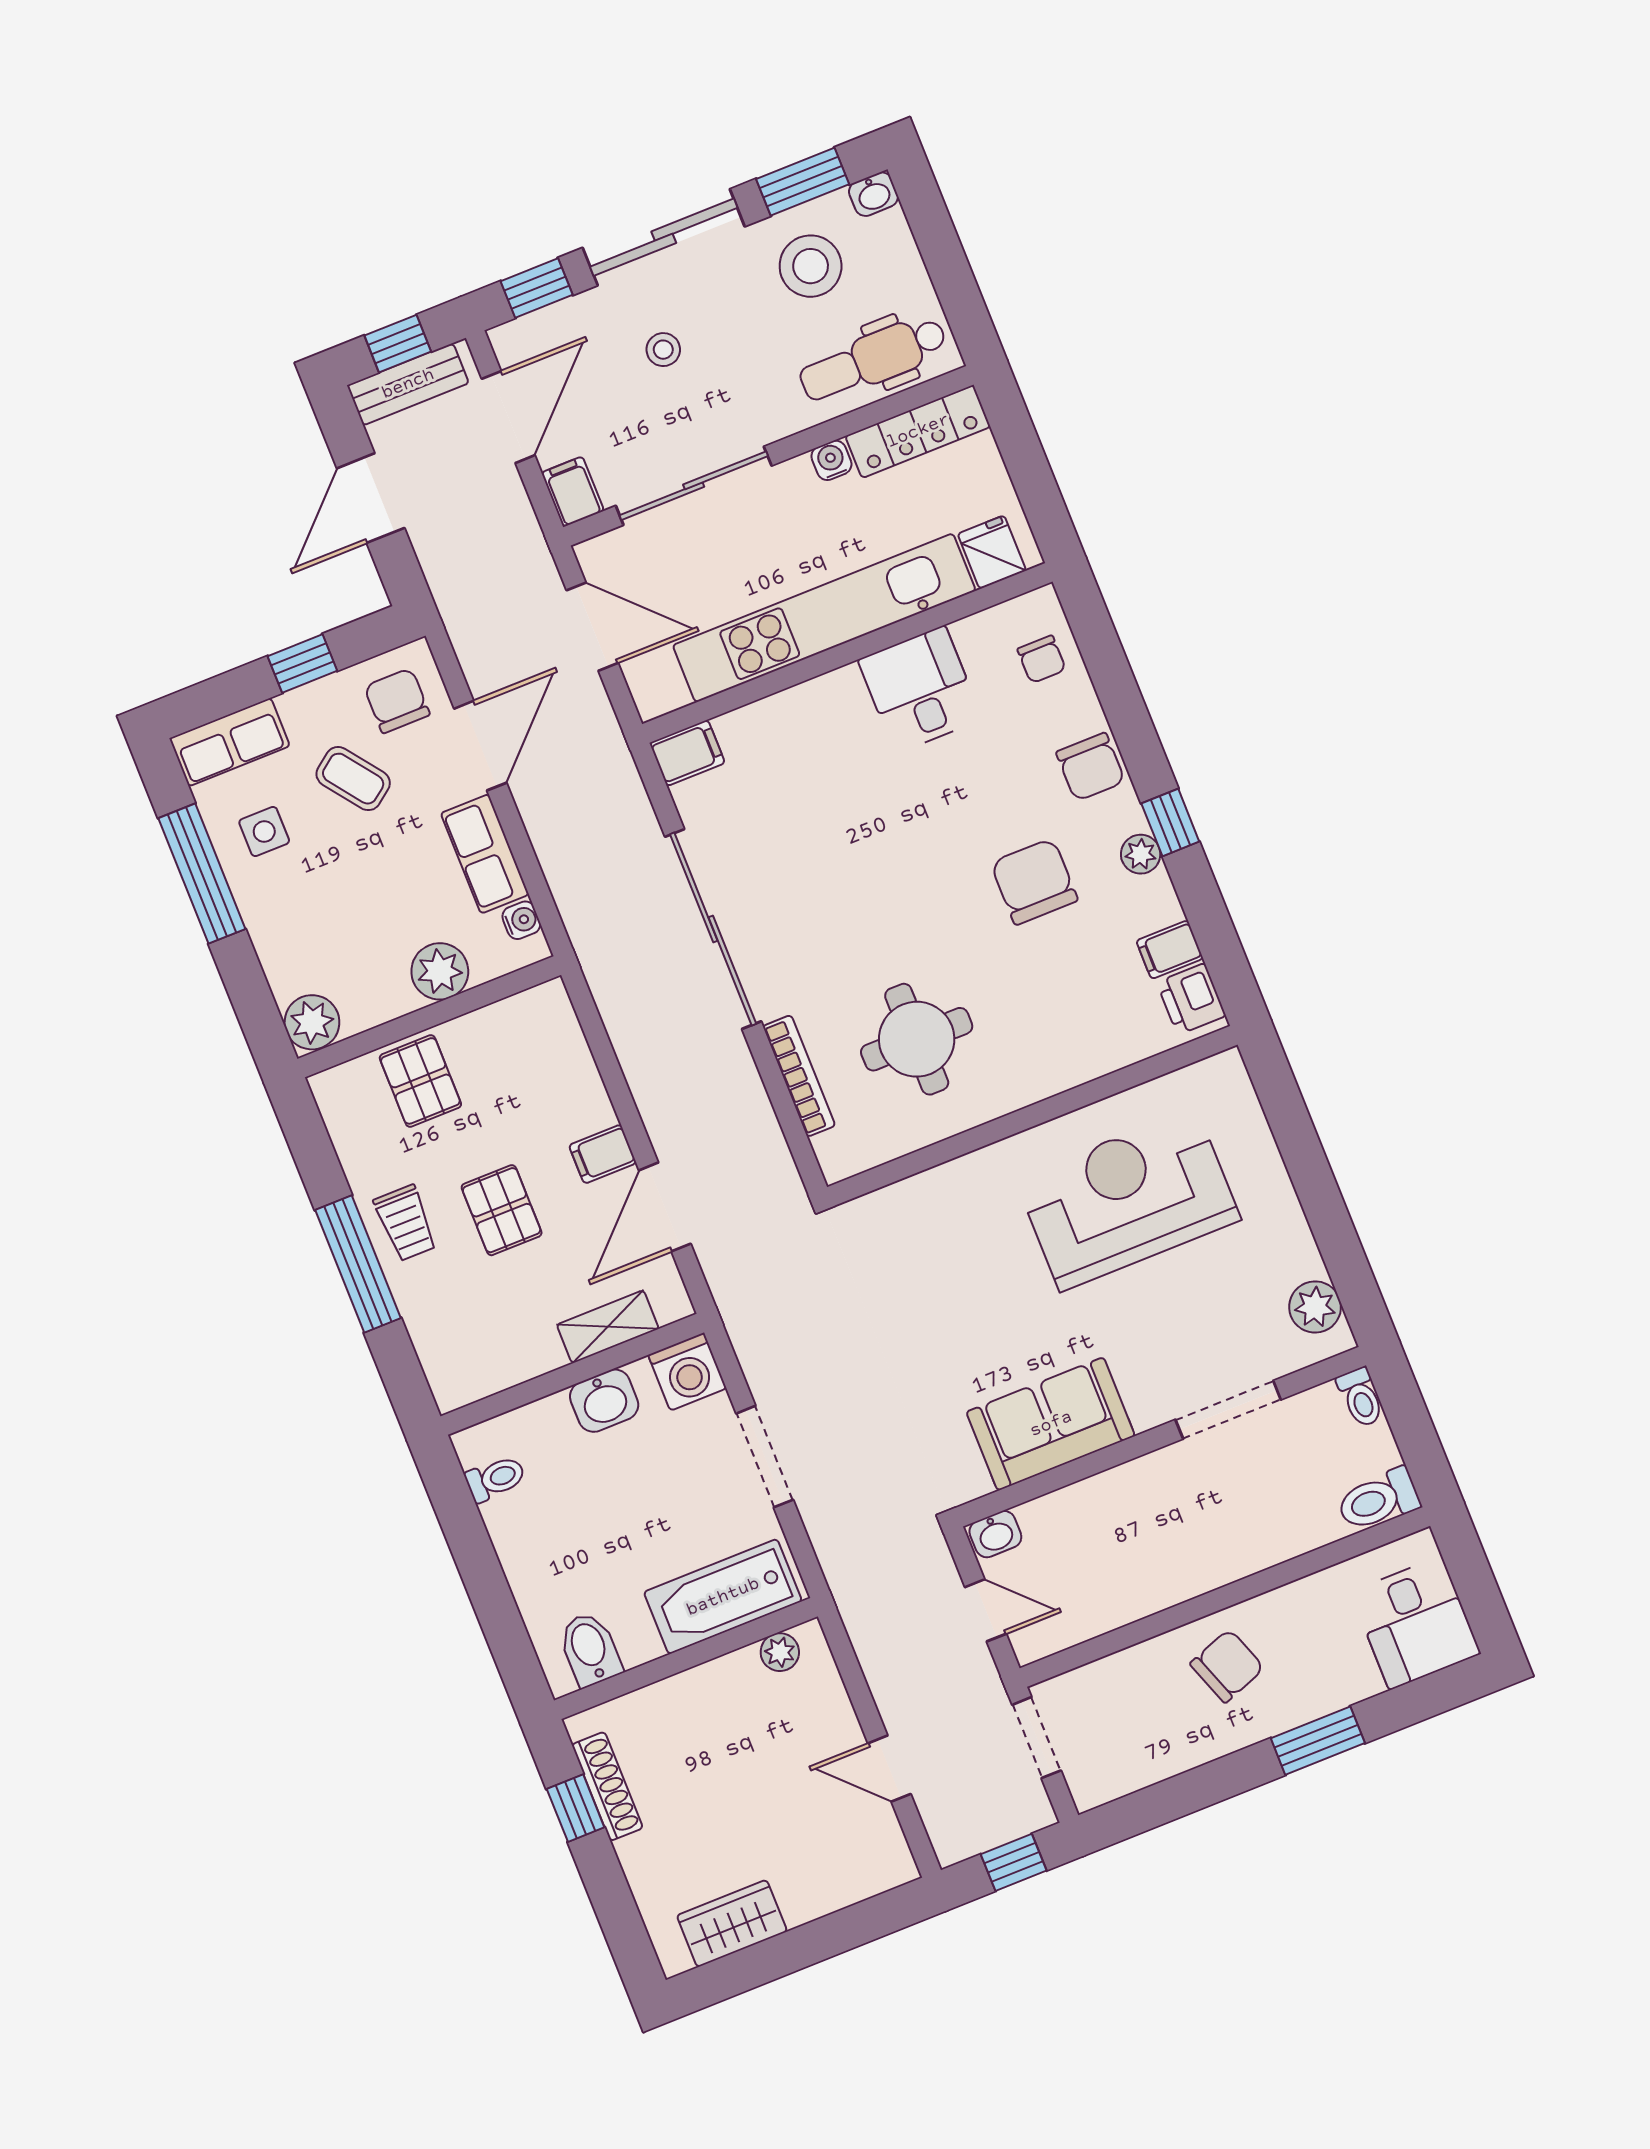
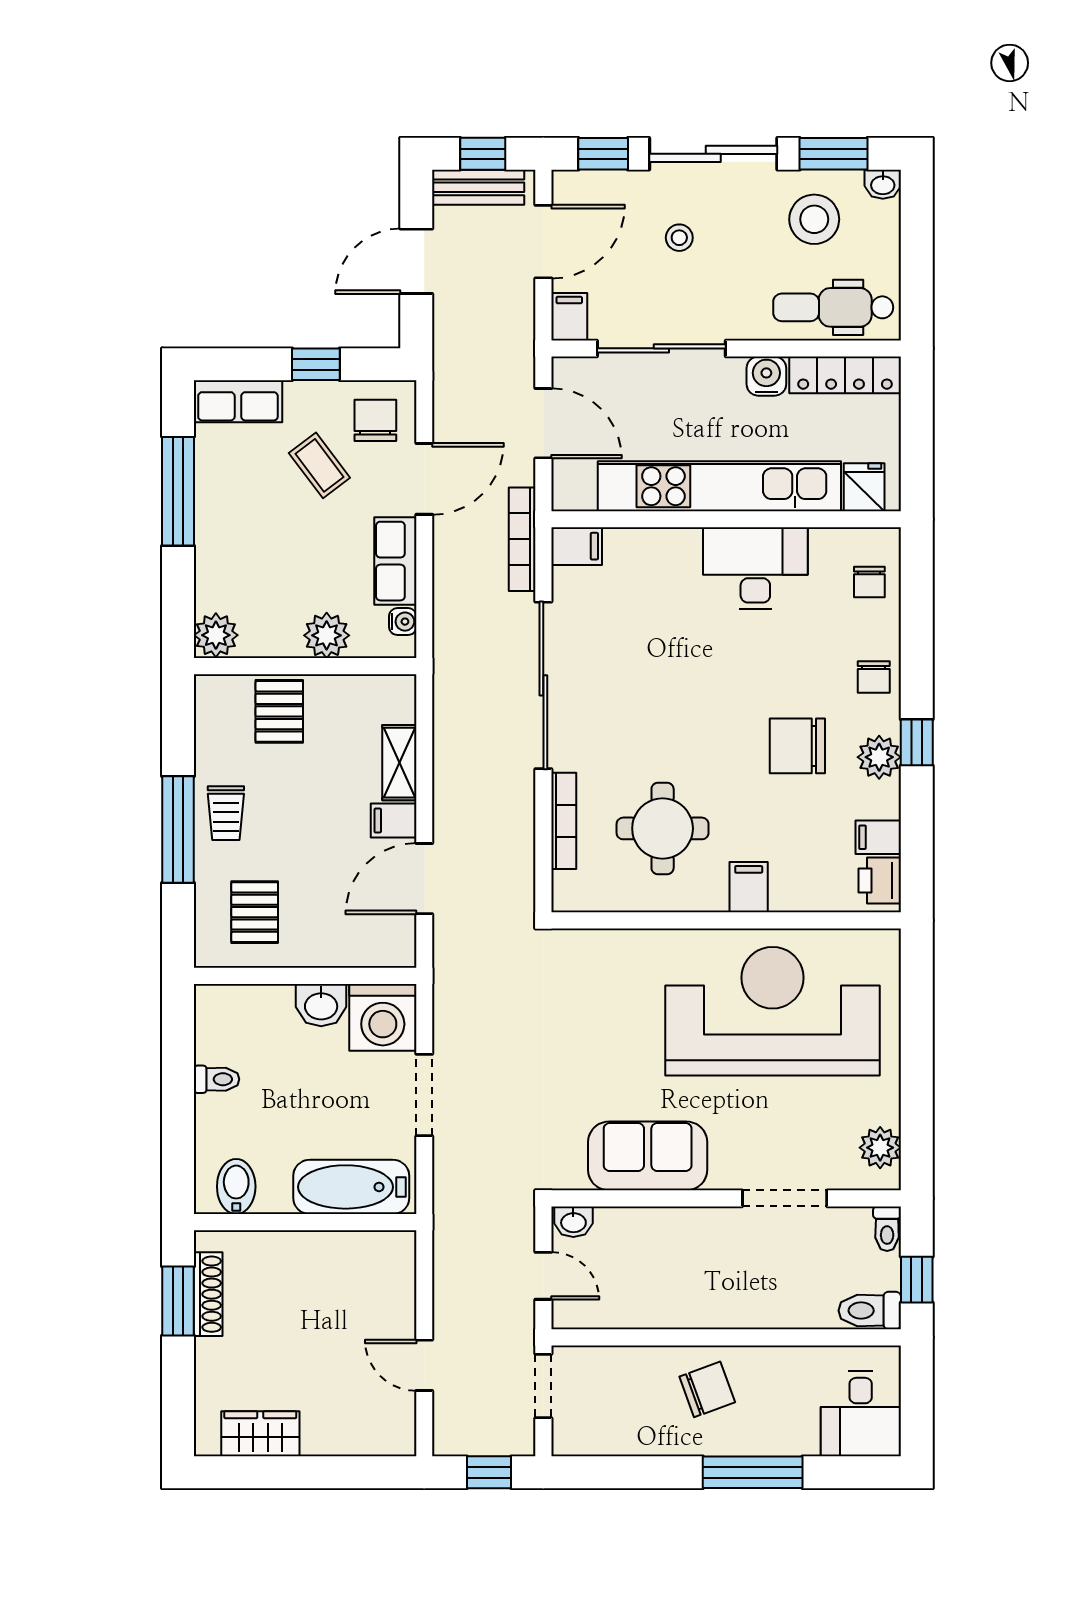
water cooler: (831, 460) -> (766, 376), width x1.38, depth x1.38
desk: (920, 689) -> (755, 568), width x1.37
chair: (1091, 767) -> (874, 677), width x0.73, depth x0.73
bookcase: (621, 770) -> (522, 539), added
side table: (264, 832) -> (237, 478), removed
plant: (1141, 854) -> (879, 757), width x1.38, depth x1.38
chair: (1034, 882) -> (797, 746), turned -90
filing cabinet: (1043, 1067) -> (749, 887), added
reception desk: (1128, 1199) -> (772, 1011), width x1.36, depth x1.30
pallet: (502, 1210) -> (255, 912), moved
shelving: (608, 1327) -> (399, 763), moved, turned 90
washing machine: (687, 1372) -> (383, 1017), width x1.37, depth x1.37
window: (1418, 1442) -> (917, 1280), added
toilet: (495, 1479) -> (217, 1079), moved
plant: (780, 1652) -> (377, 1245), removed
window: (1318, 1741) -> (753, 1472), width x1.44
window: (576, 1808) -> (178, 1301), width x1.50

